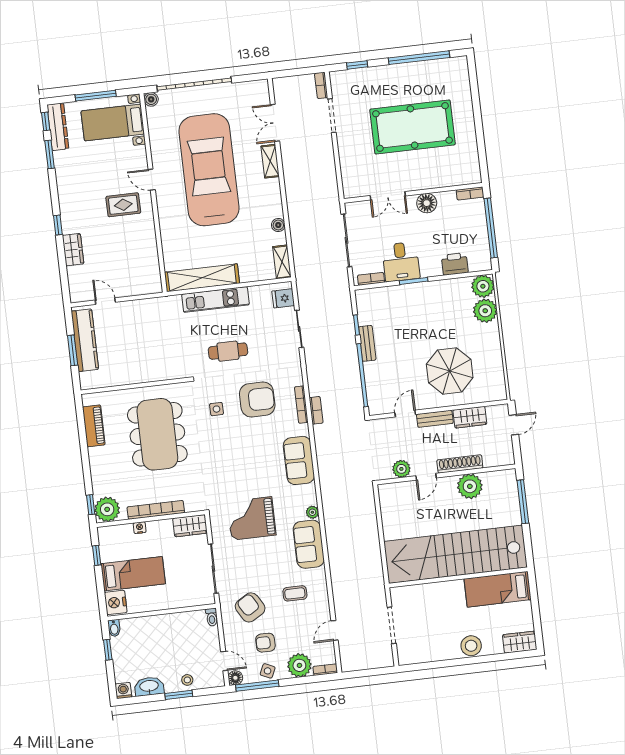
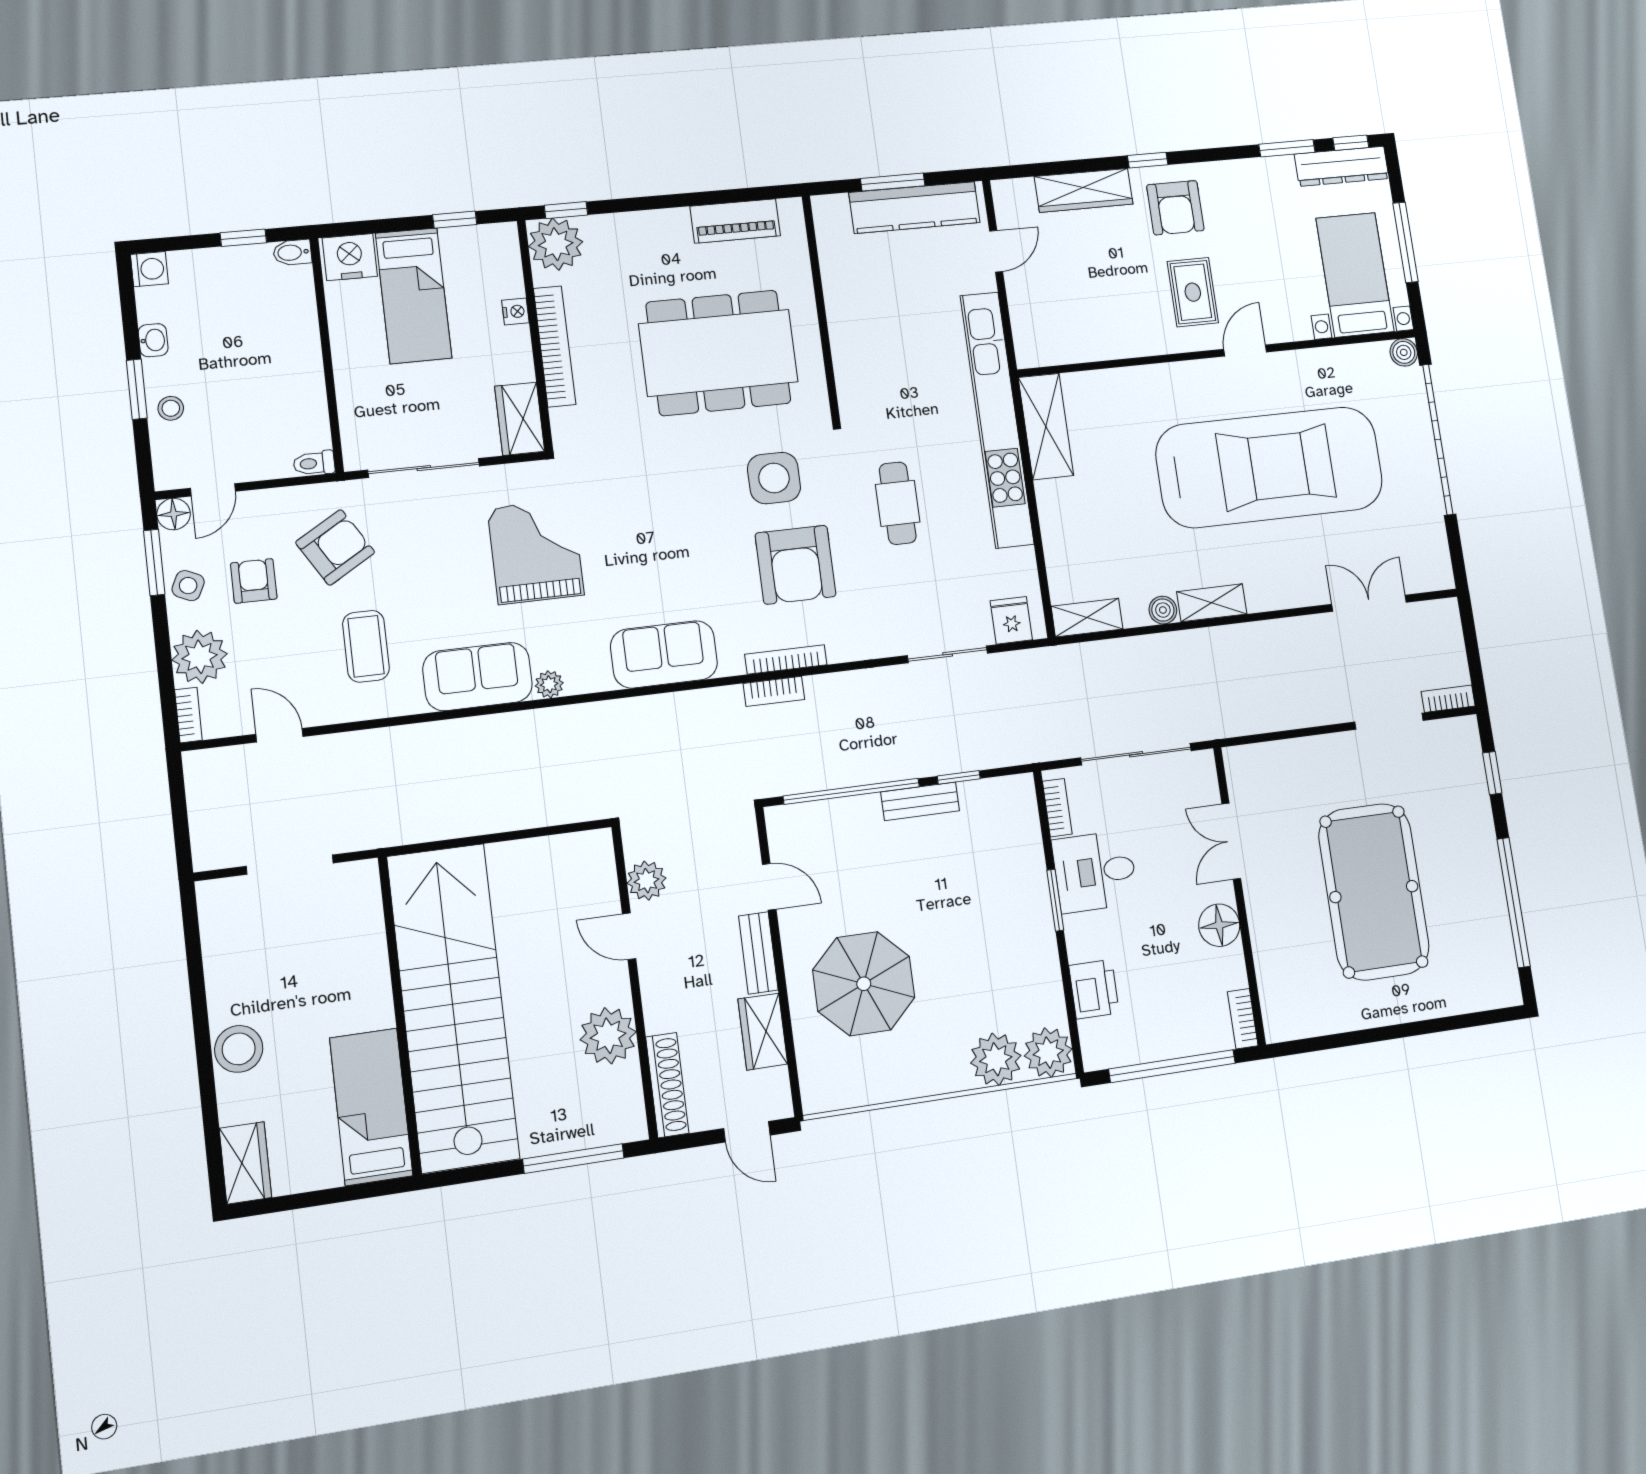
shelving: (270, 161) -> (1212, 603), moved
armchair: (81, 212) -> (1175, 208), added
wardrobe: (73, 250) -> (1084, 190), width x1.50
shelving: (202, 278) -> (1046, 427), width x0.68
kitchen unit: (215, 299) -> (997, 419), width x1.86
side table: (217, 409) -> (774, 478), width x1.87, depth x1.87
shoe rack: (460, 464) -> (667, 1085), moved
coffee table: (295, 593) -> (366, 646), width x1.36, depth x1.30
washbasin: (149, 686) -> (153, 340), width x0.52, depth x0.69
window: (257, 686) -> (154, 563), width x0.69

